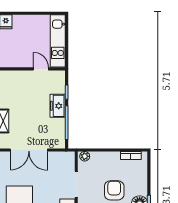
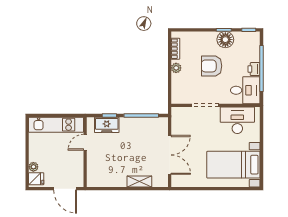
plant: (17, 19) -> (33, 167), added
freezer: (58, 106) -> (107, 125), moved
plant: (85, 156) -> (176, 68), moved

